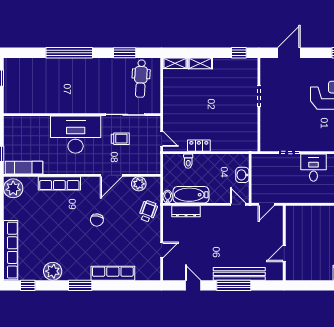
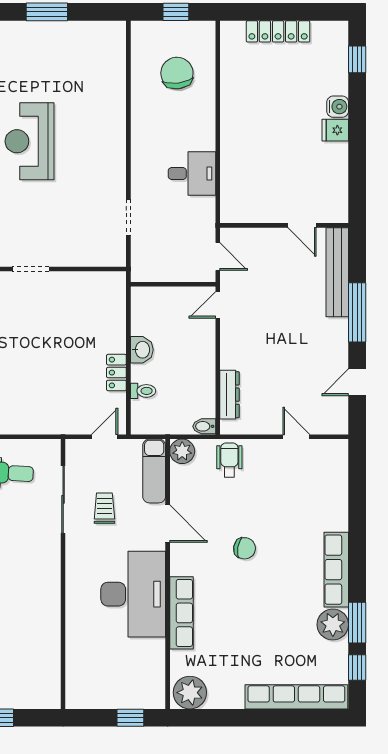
desk: (76, 135) -> (133, 594), moved, turned 180
exam couch: (24, 168) -> (154, 471), moved
desk: (313, 168) -> (192, 173), moved, turned 180
washbasin: (242, 175) -> (142, 350), moved, turned -90
plant: (139, 184) -> (182, 451), moved
bathtub: (191, 195) -> (201, 386), removed
wheelchair: (148, 211) -> (229, 460), turned 70
row of seats: (113, 273) -> (336, 570), moved
bench: (239, 274) -> (337, 272), moved
window: (80, 285) -> (357, 623), moved

